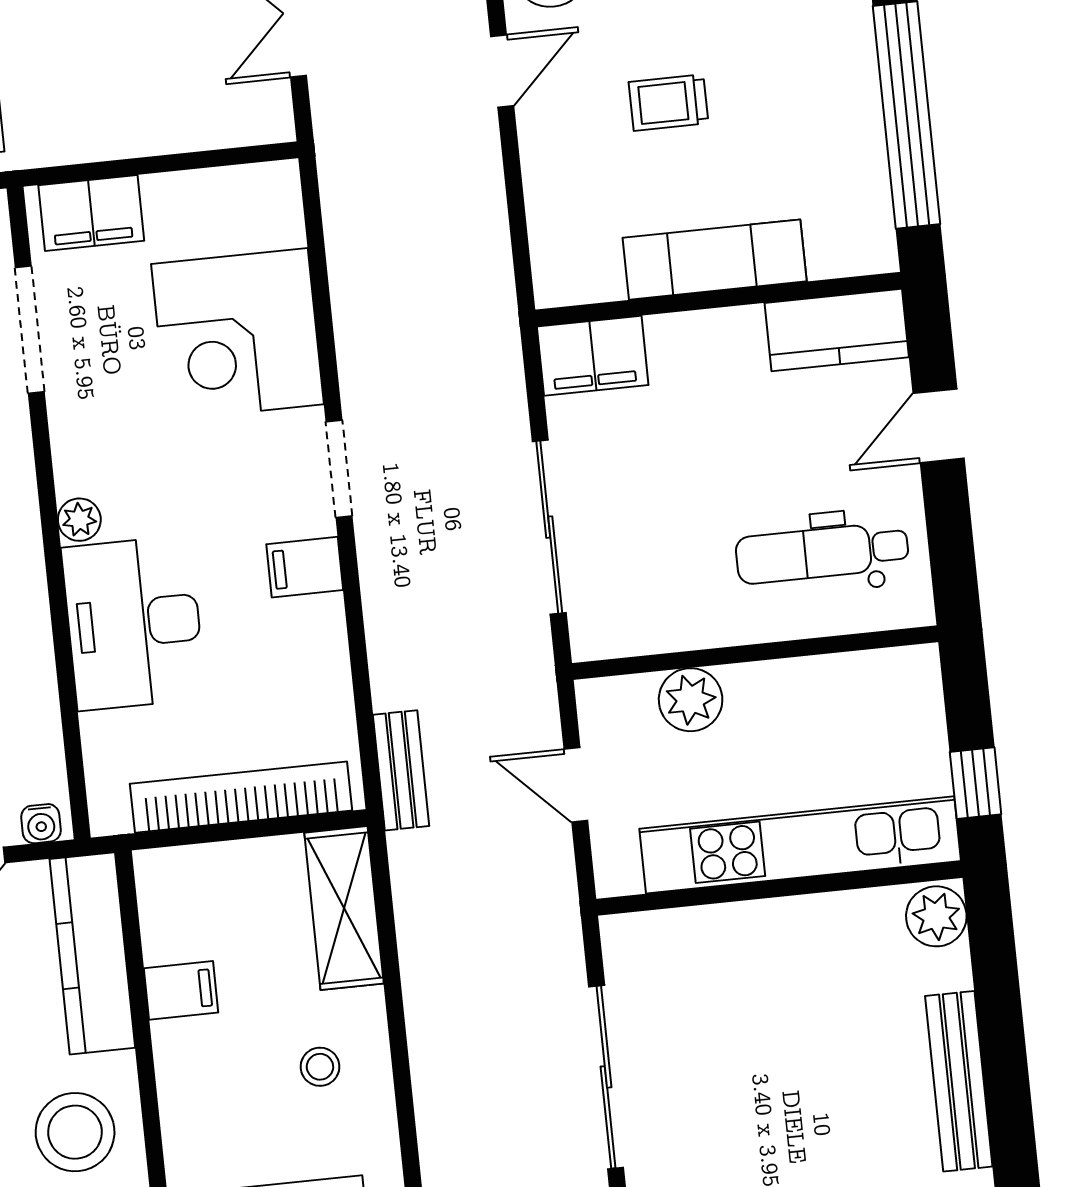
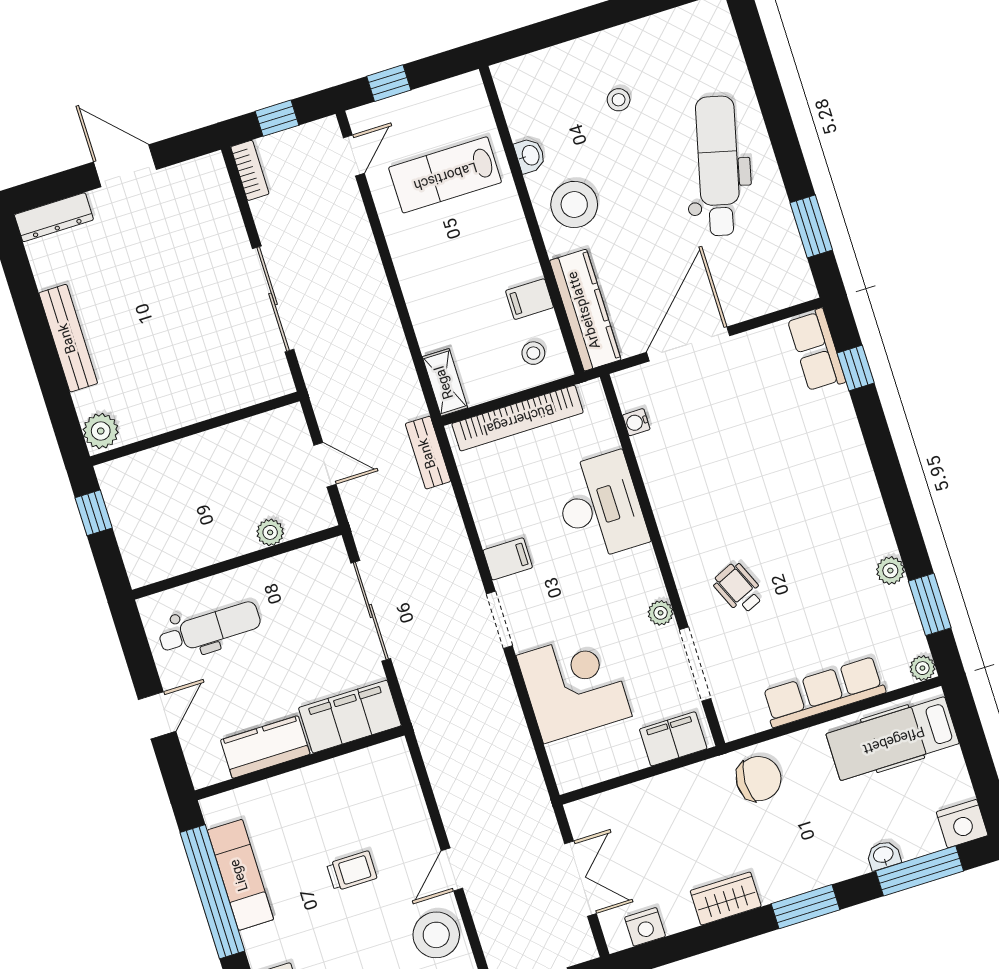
exam couch: (715, 260) -> (240, 875), moved, turned -90
kitchen counter: (837, 330) -> (265, 747), moved
filing cabinet: (593, 356) -> (350, 717), width x1.50, depth x1.17
plant: (79, 520) -> (661, 613), moved
plant: (691, 700) -> (270, 532), width x0.73, depth x0.73
water cooler: (41, 824) -> (636, 422), moved, turned -90
kitchen unit: (800, 845) -> (188, 456), removed
shelving: (344, 908) -> (445, 382), width x0.67, depth x0.75
stool: (320, 1067) -> (533, 353), moved

